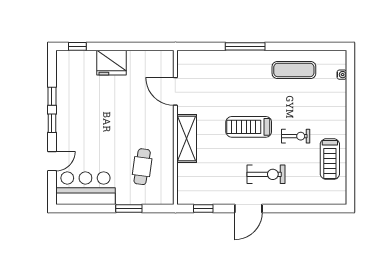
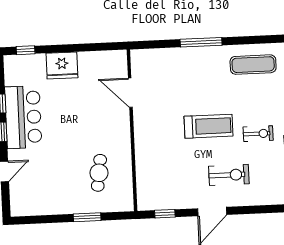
treadmill: (249, 127) -> (209, 126), turned 180
shelving: (187, 139) -> (144, 141), removed
bar counter: (85, 188) -> (23, 117), moved, turned 90

